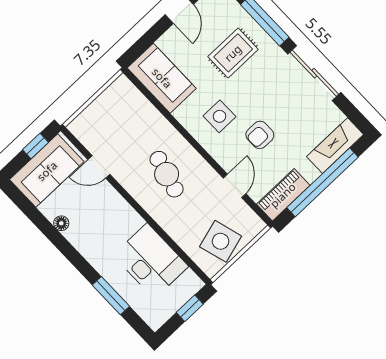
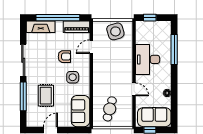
rug: (233, 53) -> (46, 96), turned 90
door: (99, 167) -> (134, 89), moved
cafe table: (167, 174) -> (110, 109), moved
desk: (151, 261) -> (148, 59), moved
window: (111, 296) -> (174, 49), width x1.44

